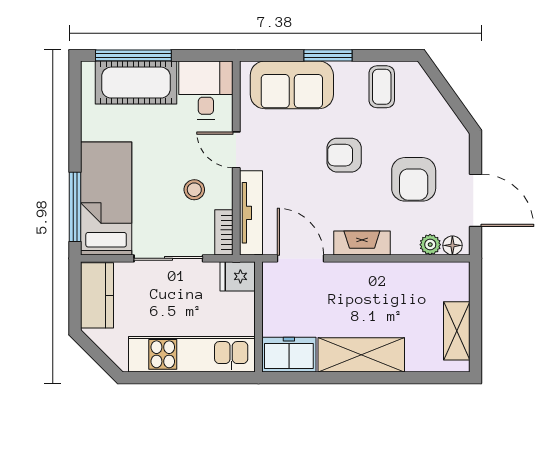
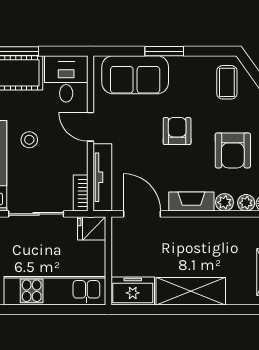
coffee table: (382, 87) -> (227, 82), moved
armchair: (344, 155) -> (177, 131), turned 90
stool: (194, 190) -> (29, 140), moved
plant: (403, 244) -> (225, 202), added

